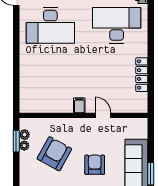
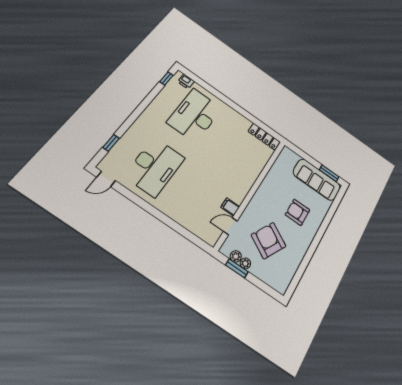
locker: (142, 75) -> (264, 137), moved
filing cabinet: (79, 105) -> (230, 207), moved
door: (103, 115) -> (230, 226), moved

